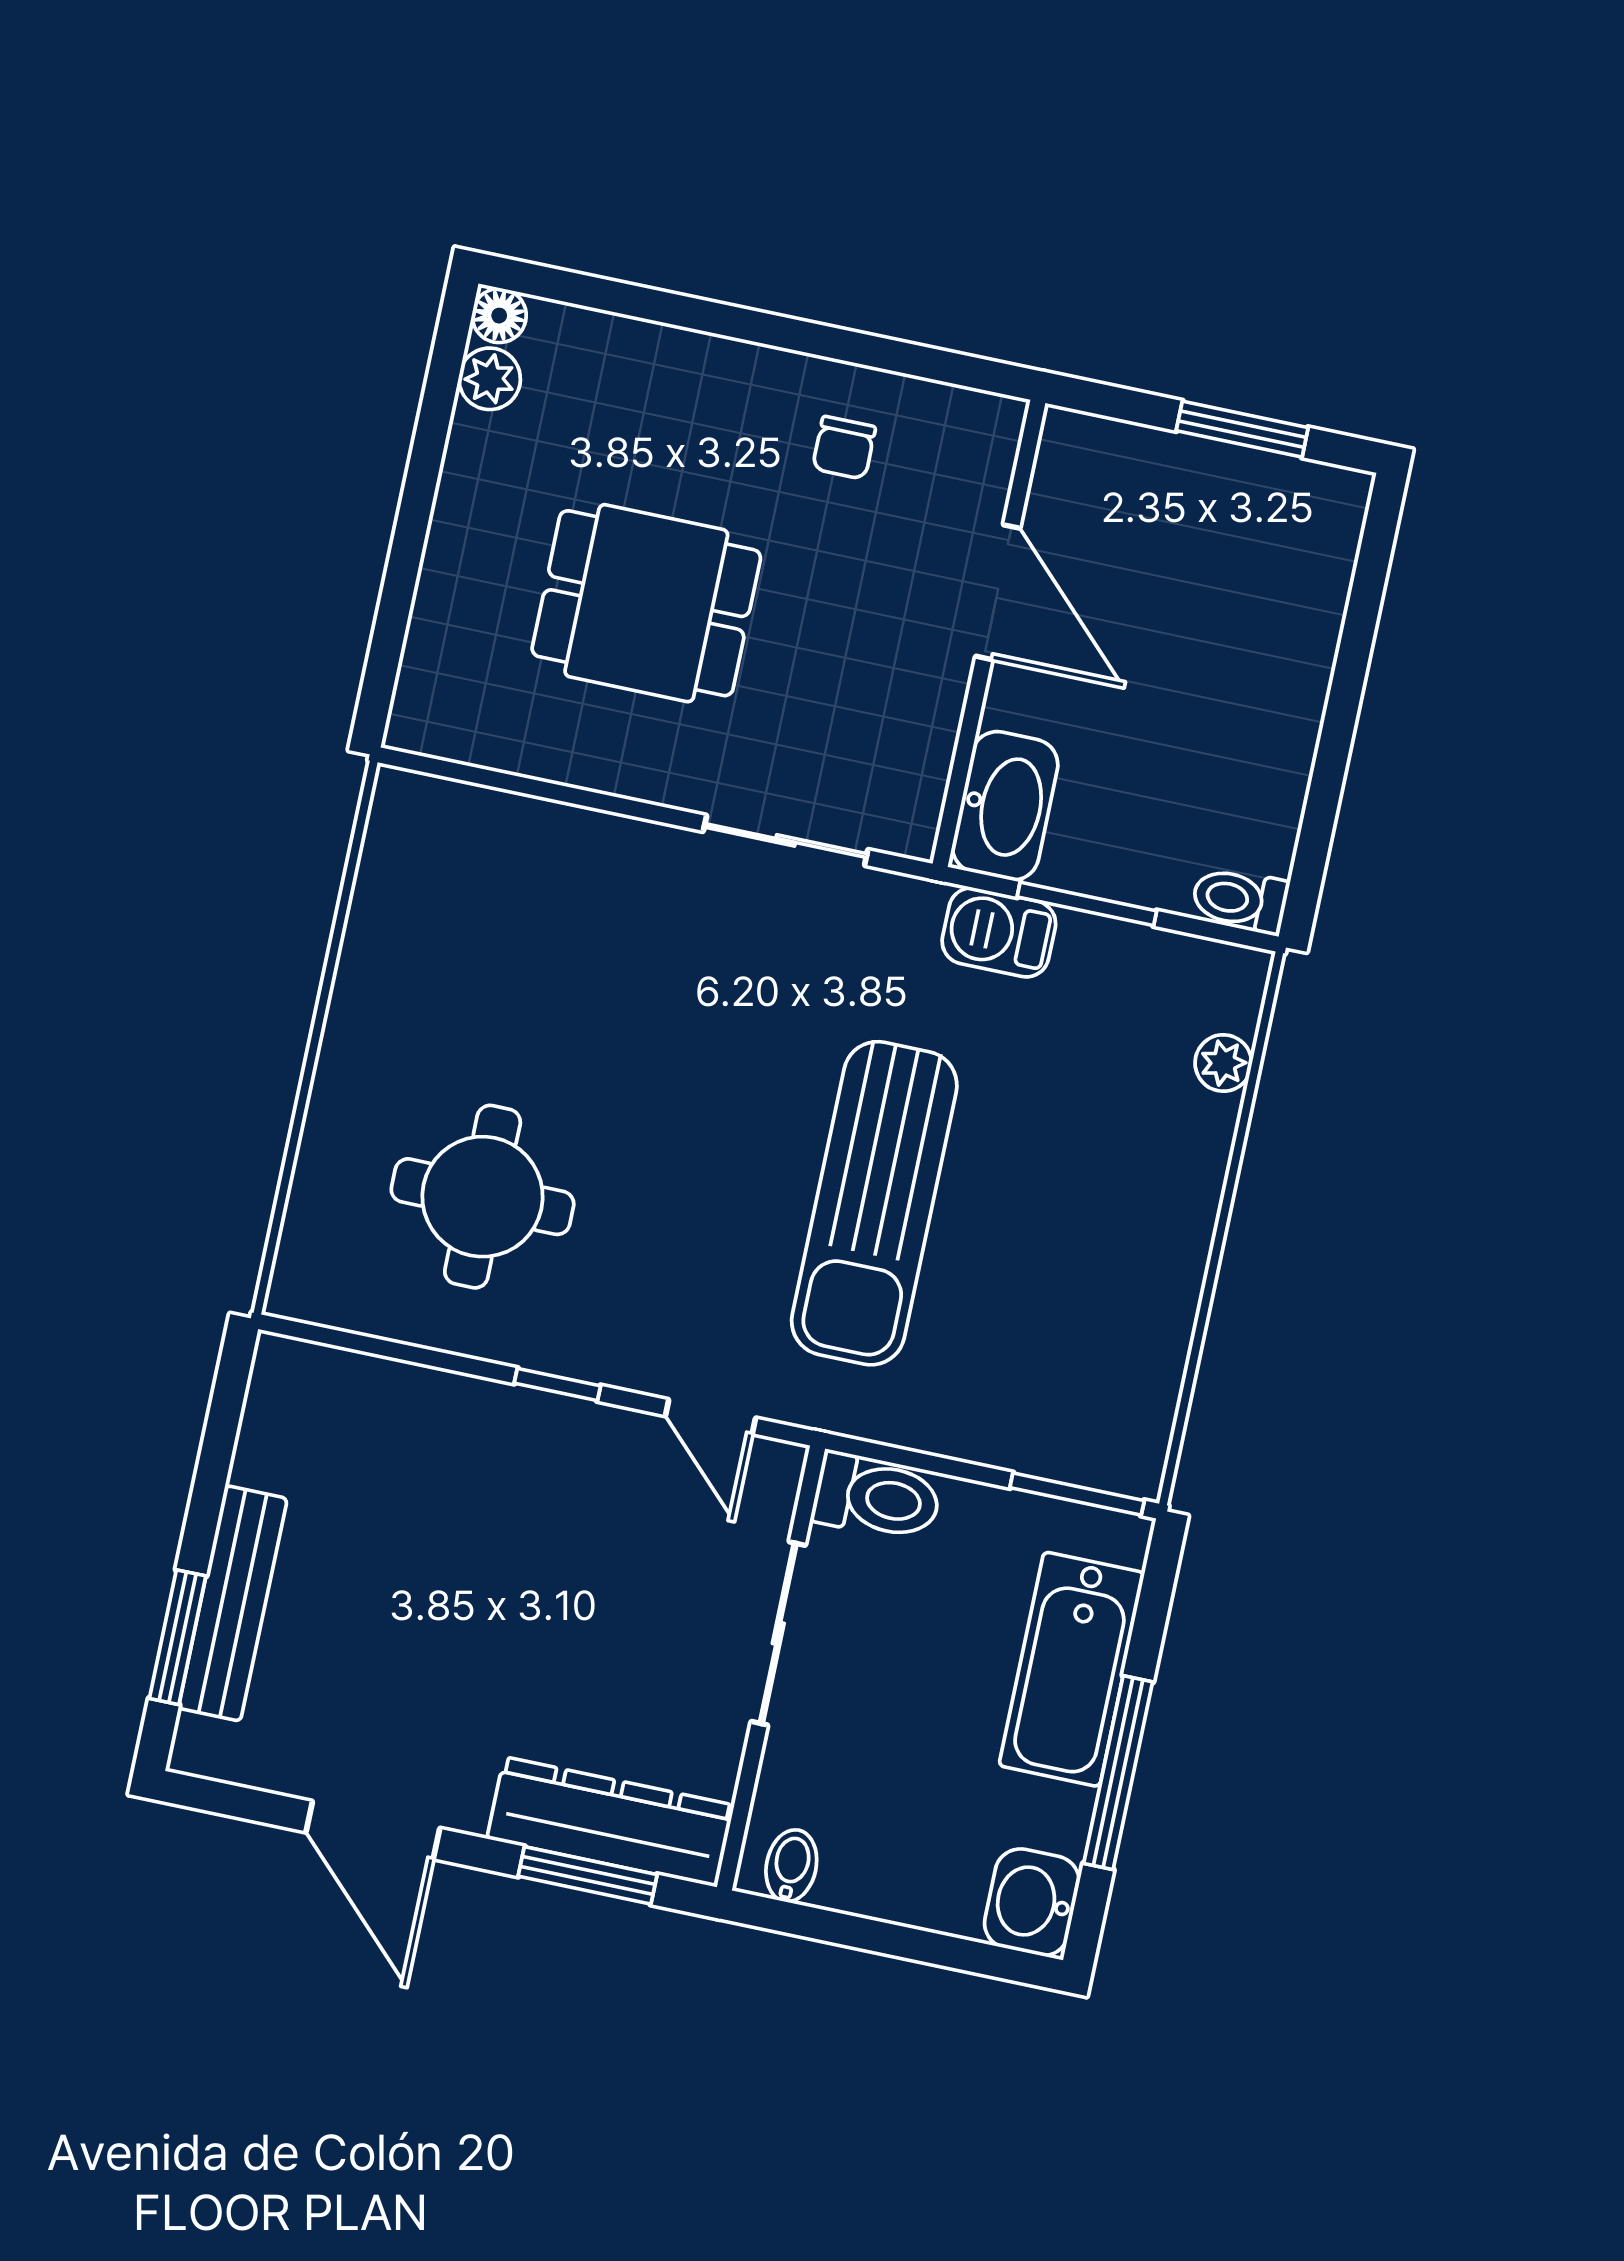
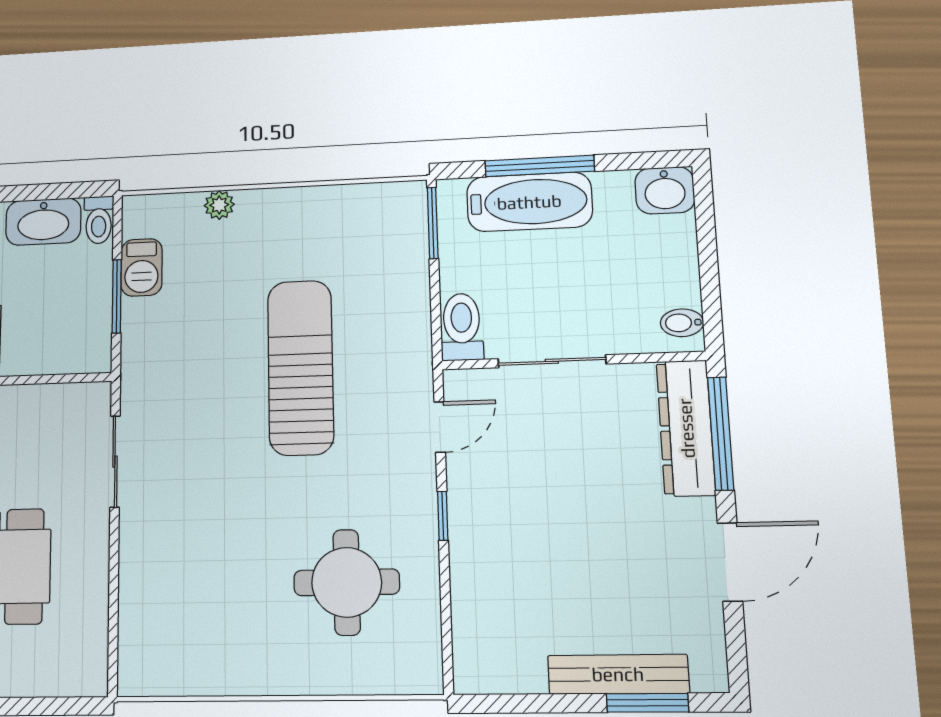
washbasin: (1005, 806) -> (43, 222), moved, turned 180
barbecue: (999, 932) -> (141, 267), moved
plant: (1223, 1063) -> (219, 205), moved
sun lounger: (874, 1203) -> (301, 367), turned -90
window: (1118, 1773) -> (540, 166), moved
window: (588, 1875) -> (721, 433), width x1.44

